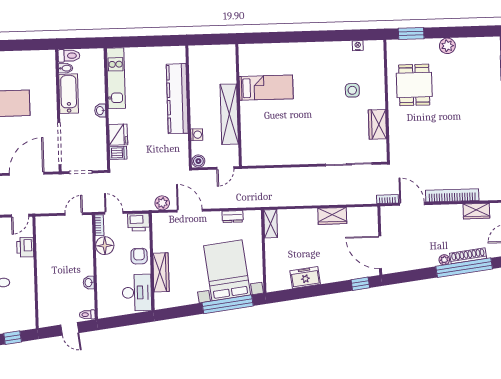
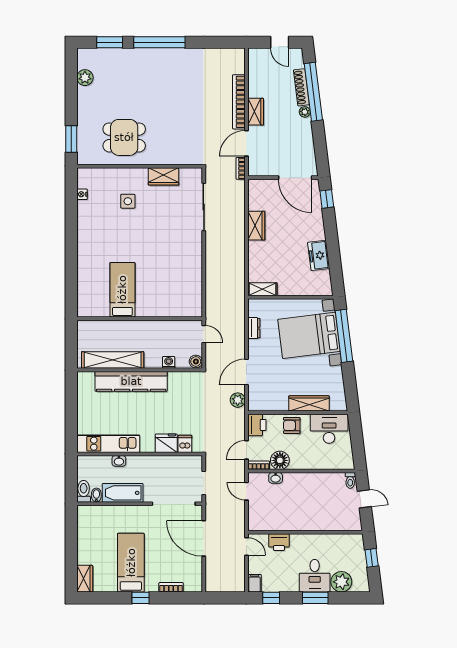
plant: (447, 46) -> (85, 78), moved
washbasin: (100, 111) -> (119, 461), moved
shelving: (229, 114) -> (113, 360), moved
wardrobe: (476, 211) -> (256, 112), moved
door: (380, 252) -> (295, 178), hinge flipped
washbasin: (89, 283) -> (276, 478), moved
door: (70, 329) -> (364, 499), hinge flipped

